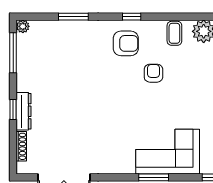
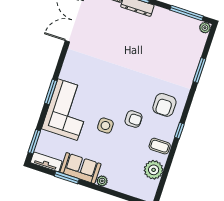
window: (132, 17) -> (179, 131), moved
side table: (171, 103) -> (105, 126), added

